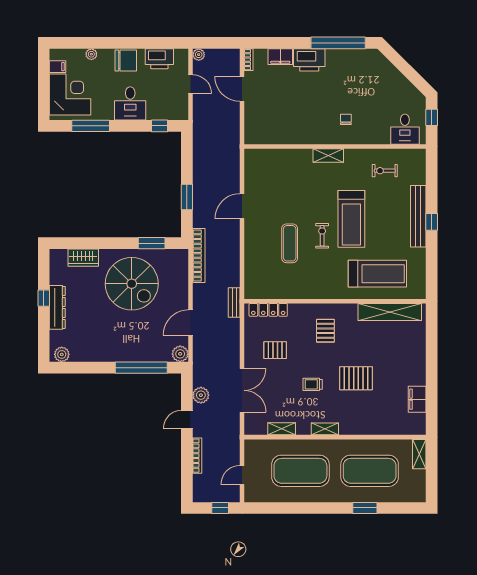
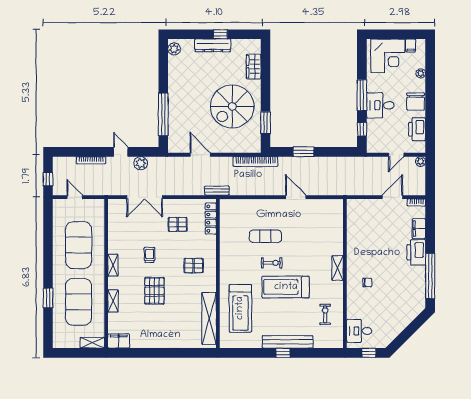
window: (91, 126) -> (362, 95), moved
pallet: (275, 350) -> (178, 224), turned 90
plant: (180, 354) -> (175, 146), removed
filing cabinet: (417, 399) -> (119, 341), moved
shelving: (282, 429) -> (113, 301), moved

